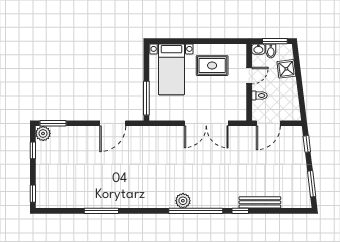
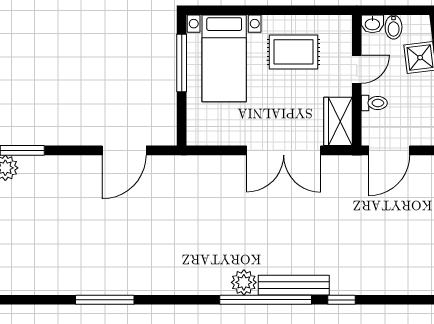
window: (275, 41) -> (400, 10), removed
window: (146, 98) -> (182, 63), moved
wardrobe: (238, 106) -> (338, 121), added
bench: (260, 202) -> (294, 285), moved

